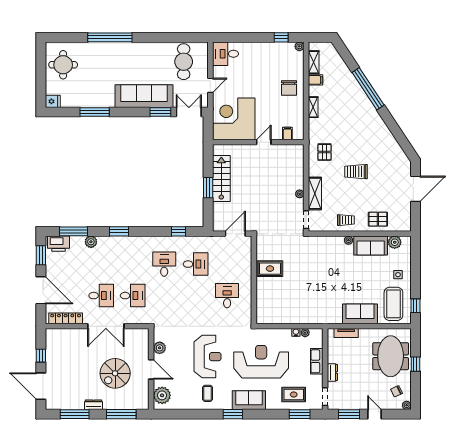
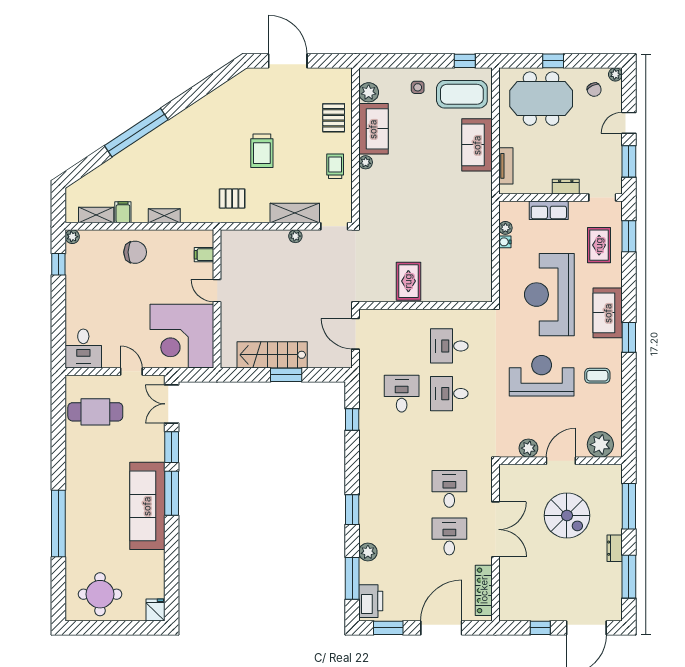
sofa: (144, 96) -> (147, 506), moved
window: (95, 112) -> (172, 493), moved
desk: (164, 264) -> (449, 394), moved

